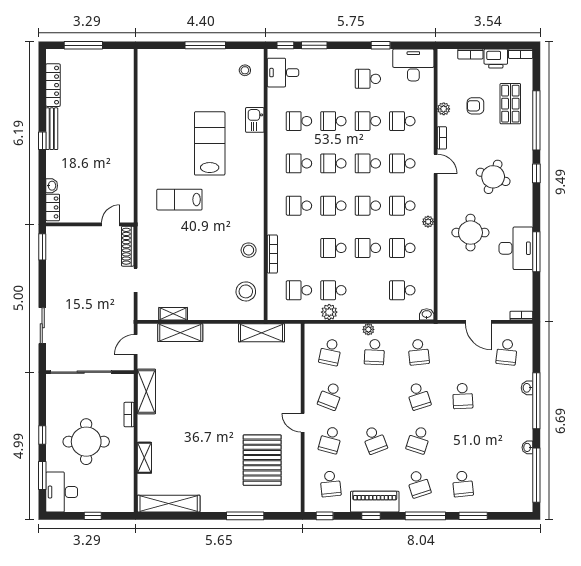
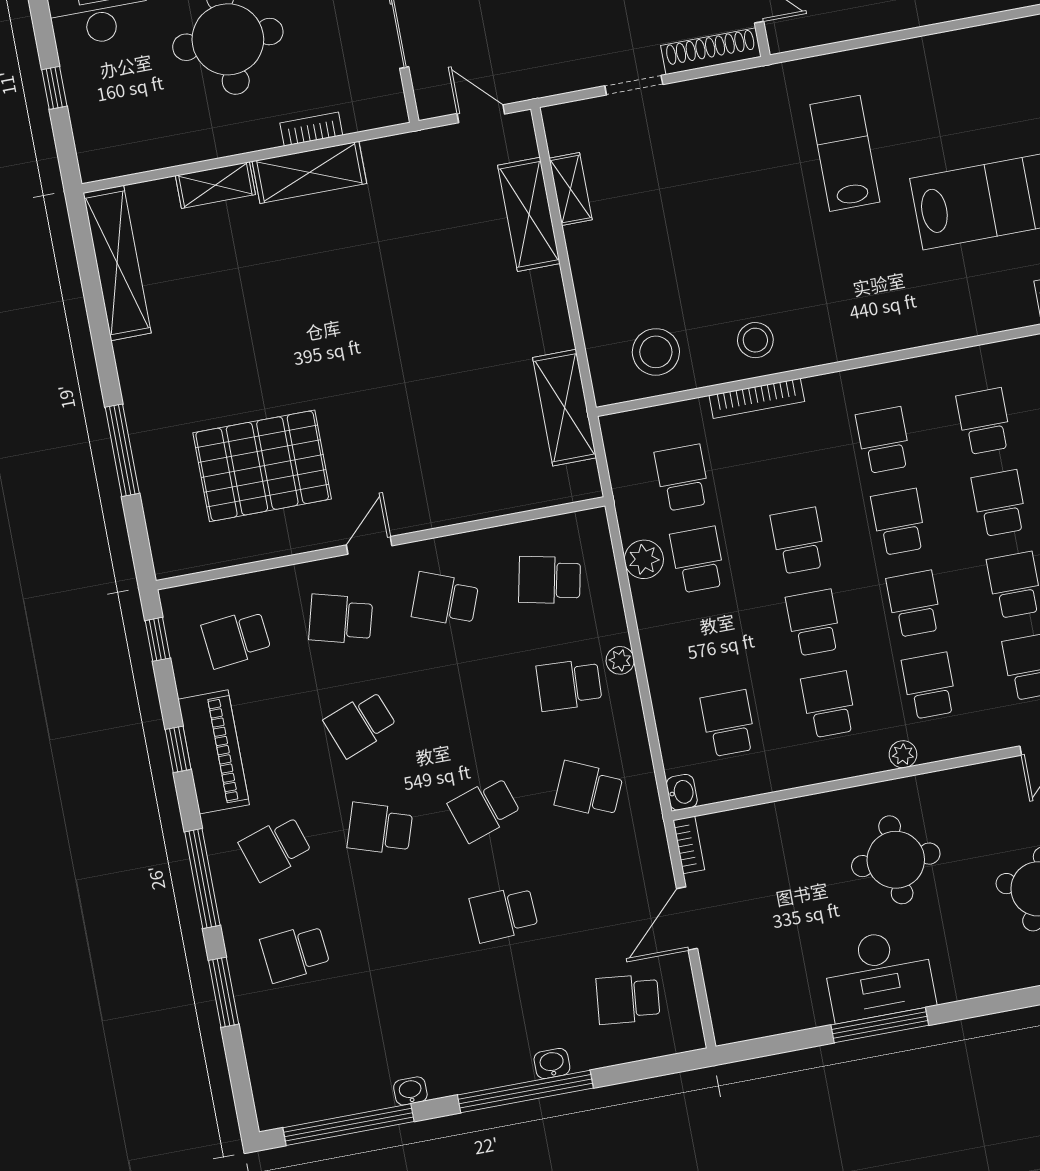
bookcase: (521, 316) -> (689, 845), moved
school desk: (419, 352) -> (589, 790), turned 30
shelving: (146, 391) -> (309, 172), moved

